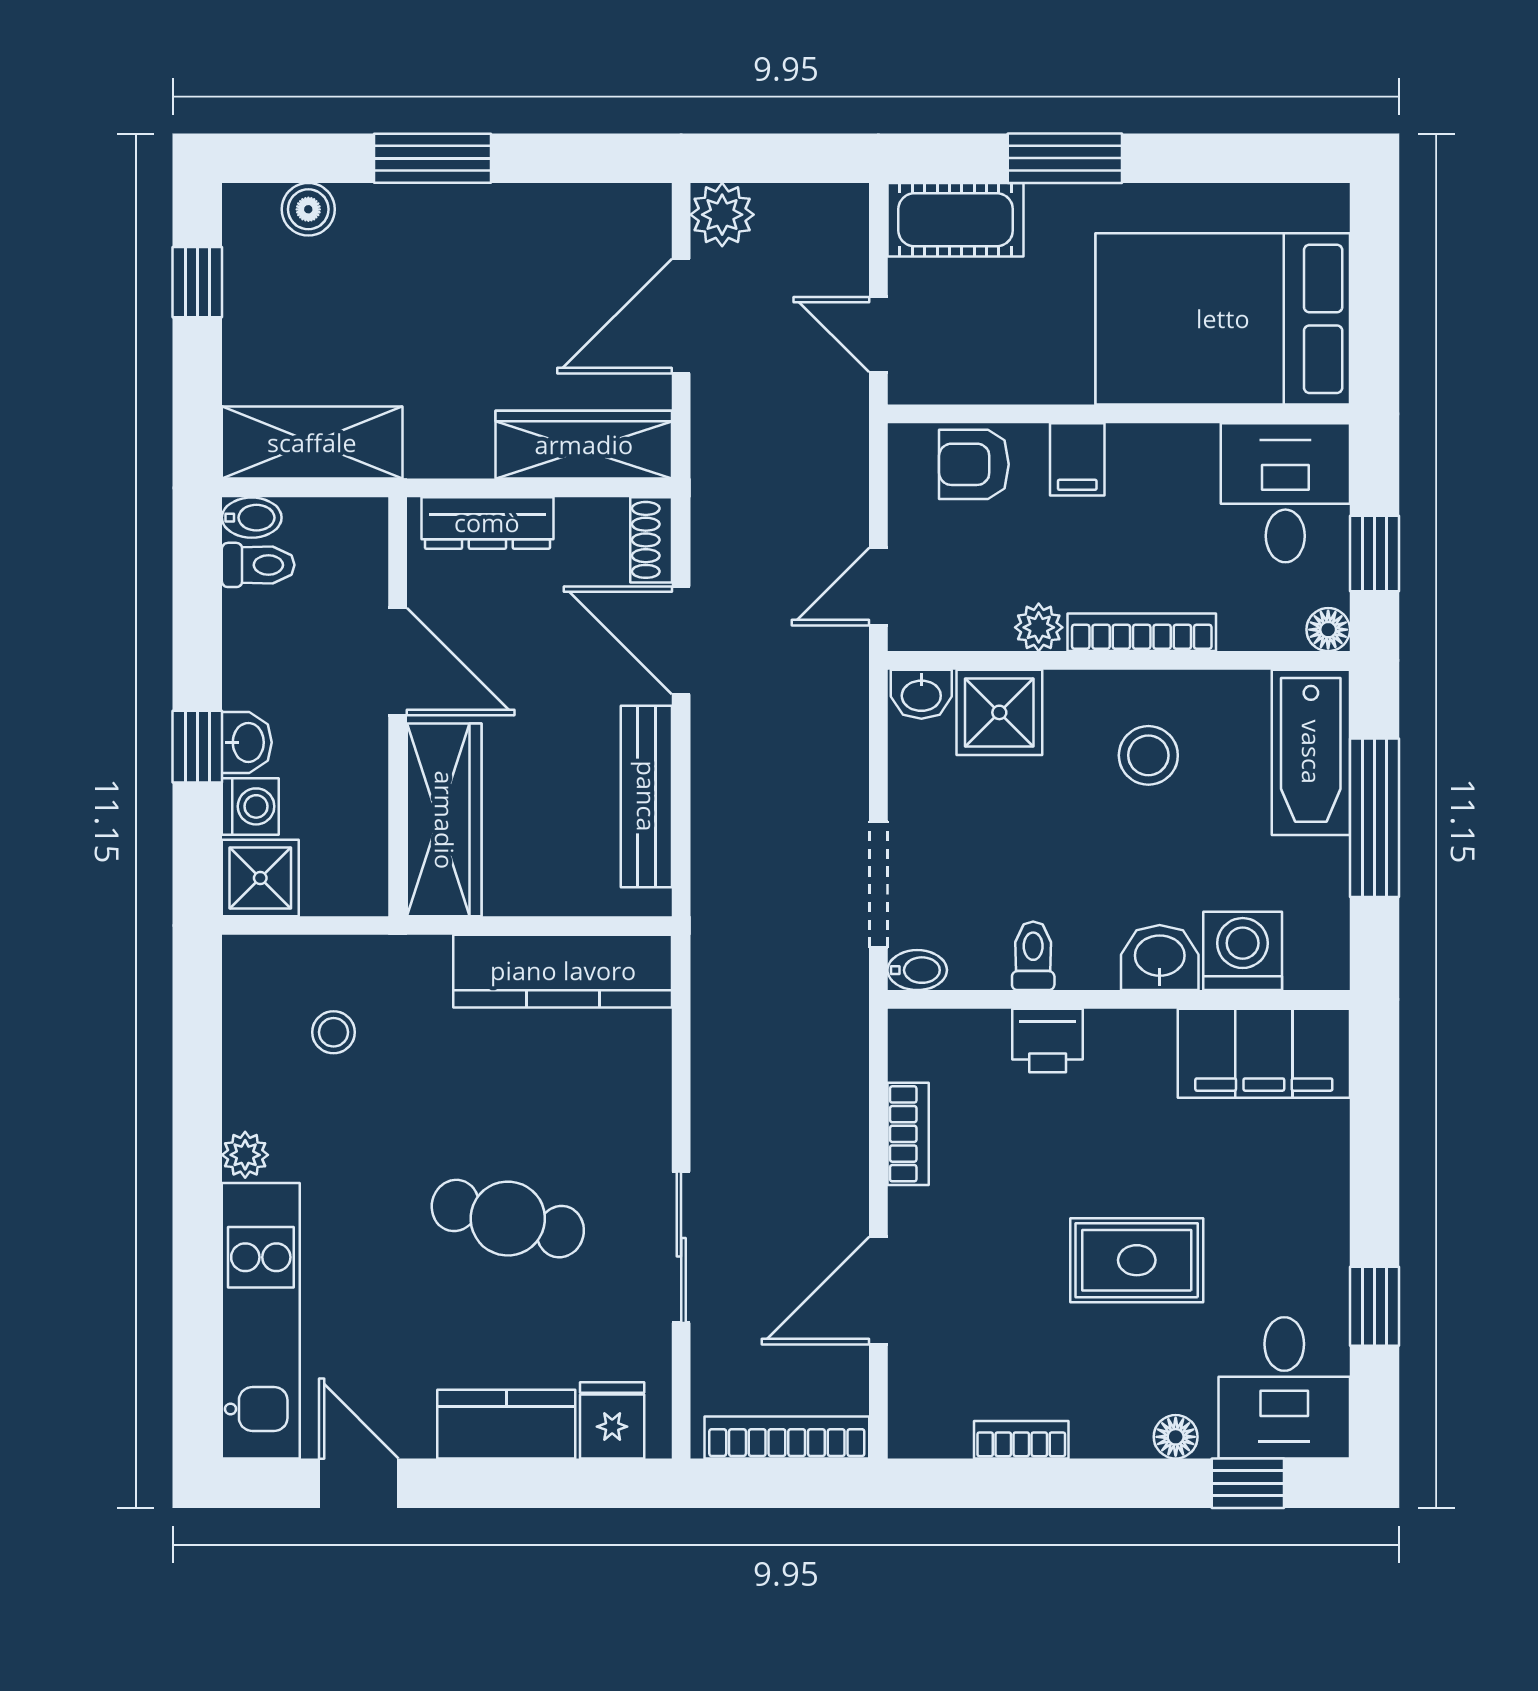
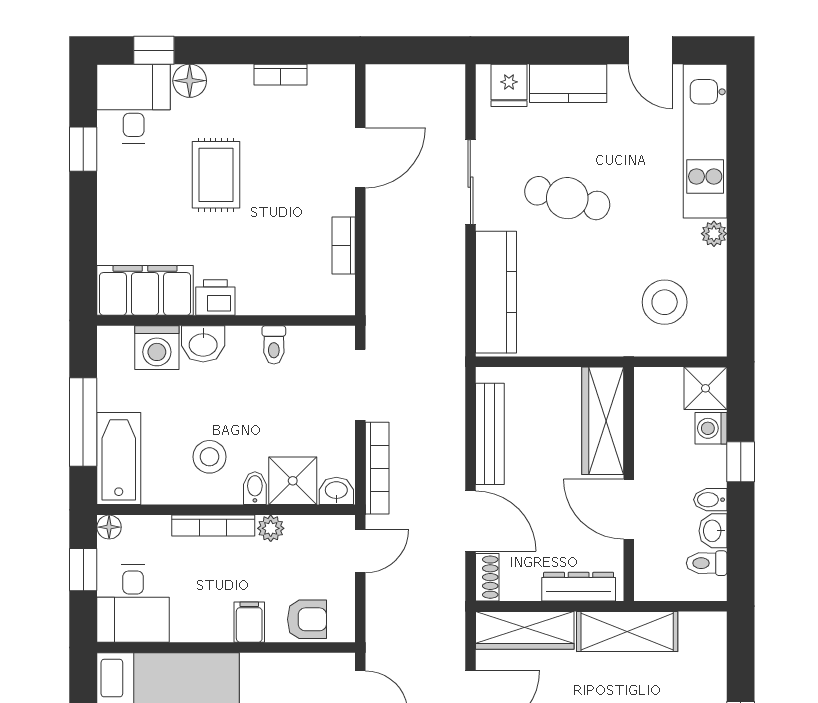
shelving: (312, 443) -> (627, 631), moved
bidet: (252, 518) -> (710, 500), moved
washbasin: (247, 742) -> (713, 531), moved
bidet: (917, 970) -> (255, 488), moved, turned 90
kitchen counter: (563, 971) -> (496, 292), moved, turned 90
stool: (334, 1032) -> (665, 302), width x1.89, depth x1.89
printer: (1048, 1041) -> (215, 297), moved
rug: (1137, 1260) -> (216, 175), turned 90
floor lamp: (1176, 1437) -> (190, 81), width x1.37, depth x1.37
bookcase: (787, 1438) -> (377, 468), moved, turned -90

